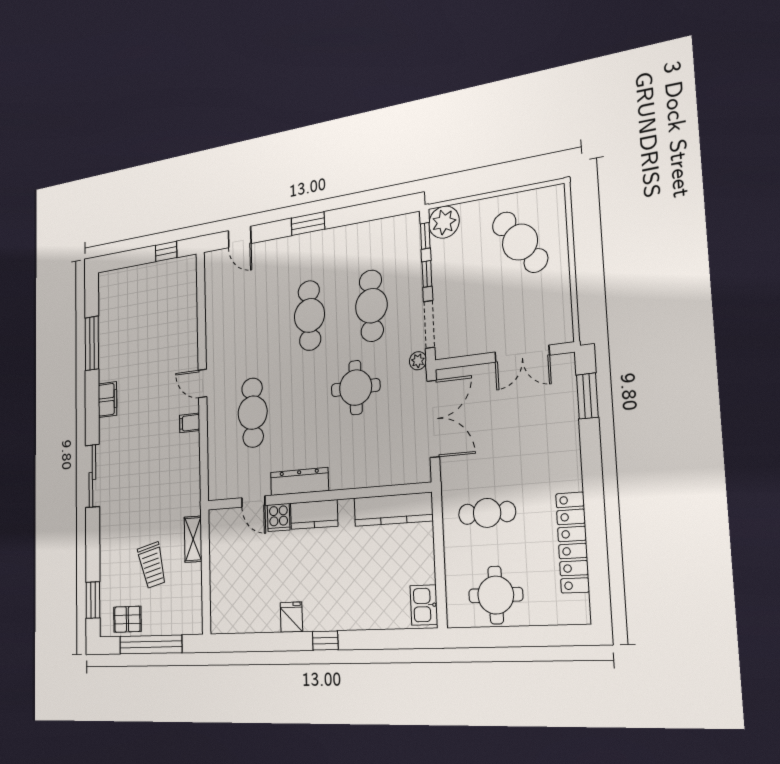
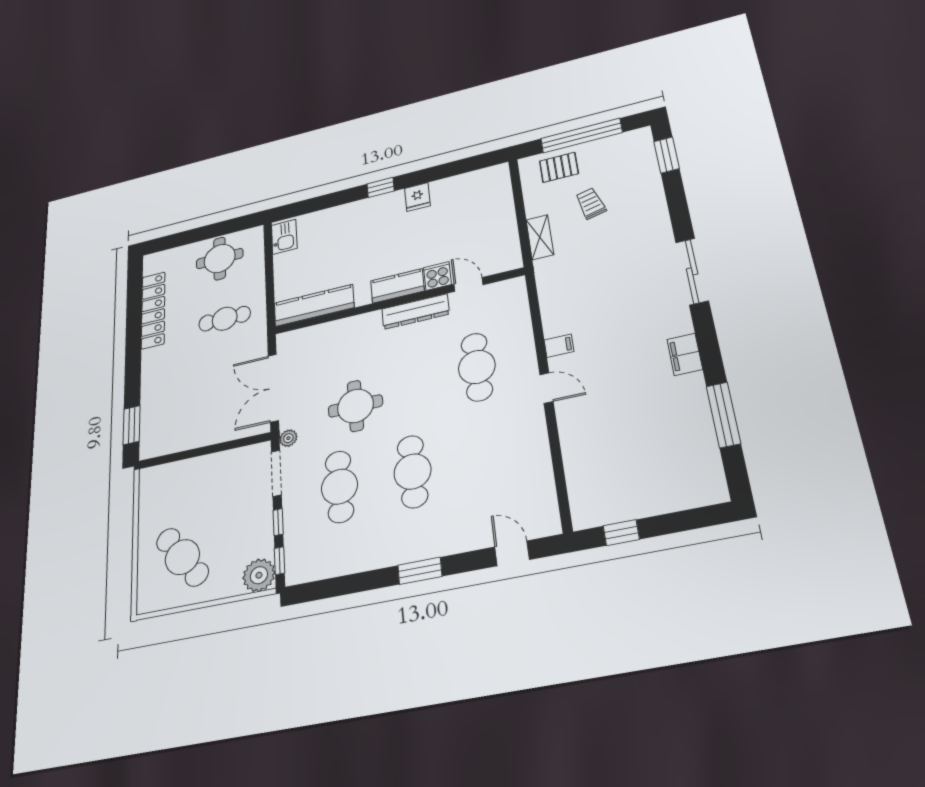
double door: (522, 354) -> (186, 455), removed
trolley: (152, 565) -> (591, 203), width x0.73, depth x0.72
pallet: (127, 619) -> (559, 167), moved

